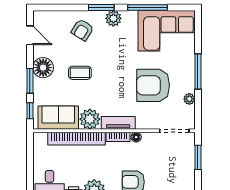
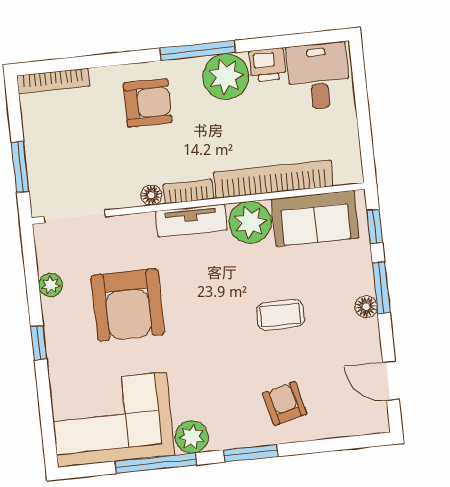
plant: (113, 18) -> (192, 437), moved
armchair: (82, 30) -> (285, 404), turned -46
floor lamp: (43, 68) -> (366, 307), width x0.53, depth x0.53
window: (198, 72) -> (39, 343), width x0.46
armchair: (153, 85) -> (128, 305), turned 90

